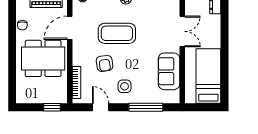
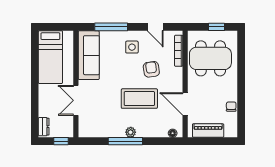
door: (70, 28) -> (185, 104), swing flipped
dining table: (43, 58) -> (210, 58), moved
sofa: (169, 71) -> (89, 55), width x1.36
window: (52, 107) -> (216, 27), moved

